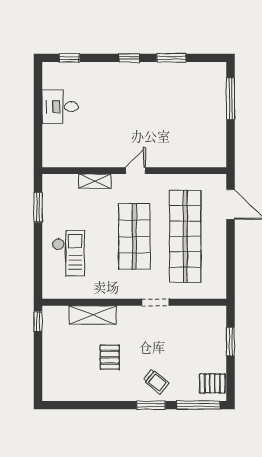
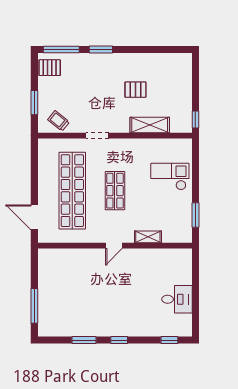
shop shelf: (134, 236) -> (115, 191), width x0.70, depth x0.74
checkout: (69, 253) -> (170, 177), turned 90
pallet: (110, 357) -> (135, 90), turned 90
trolley: (156, 381) -> (59, 121), moved

